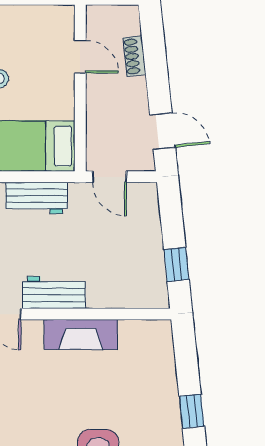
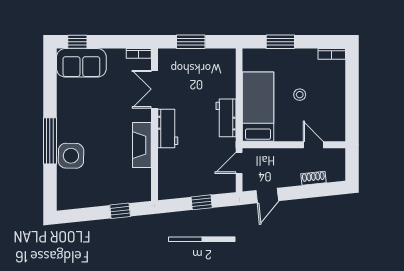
door: (80, 57) -> (313, 145), swing flipped
window: (176, 265) -> (202, 202), moved
window: (192, 411) -> (120, 211), moved

